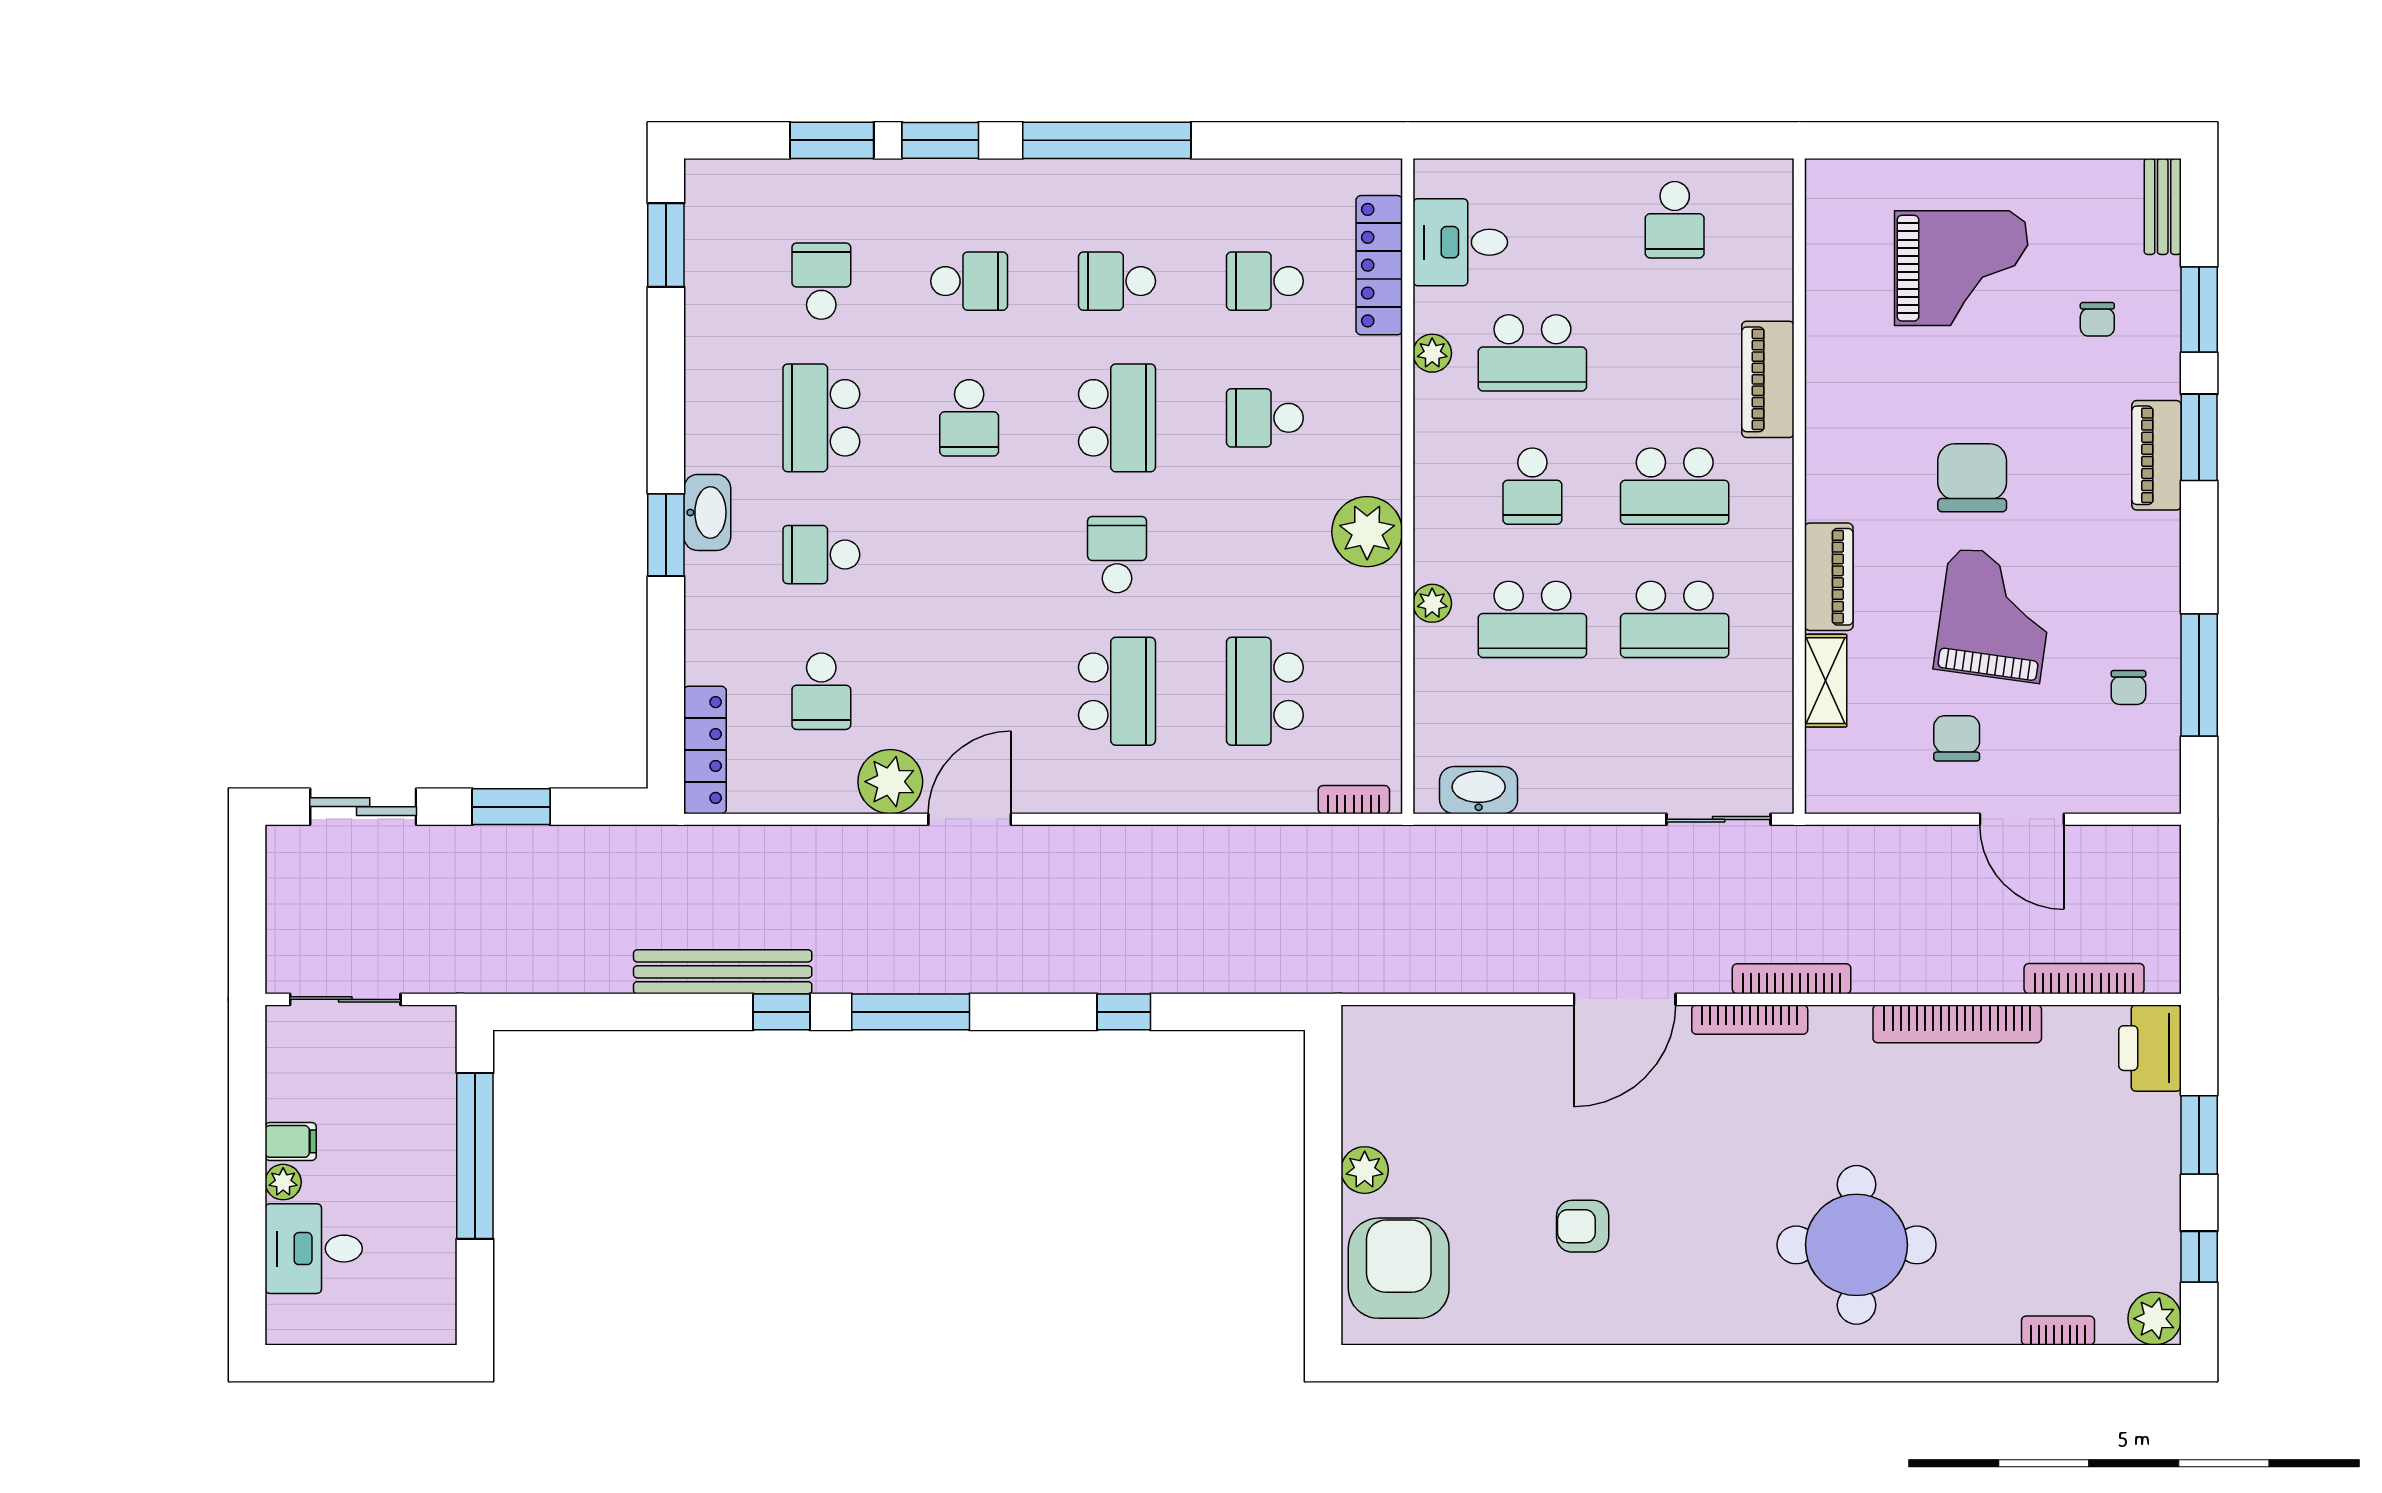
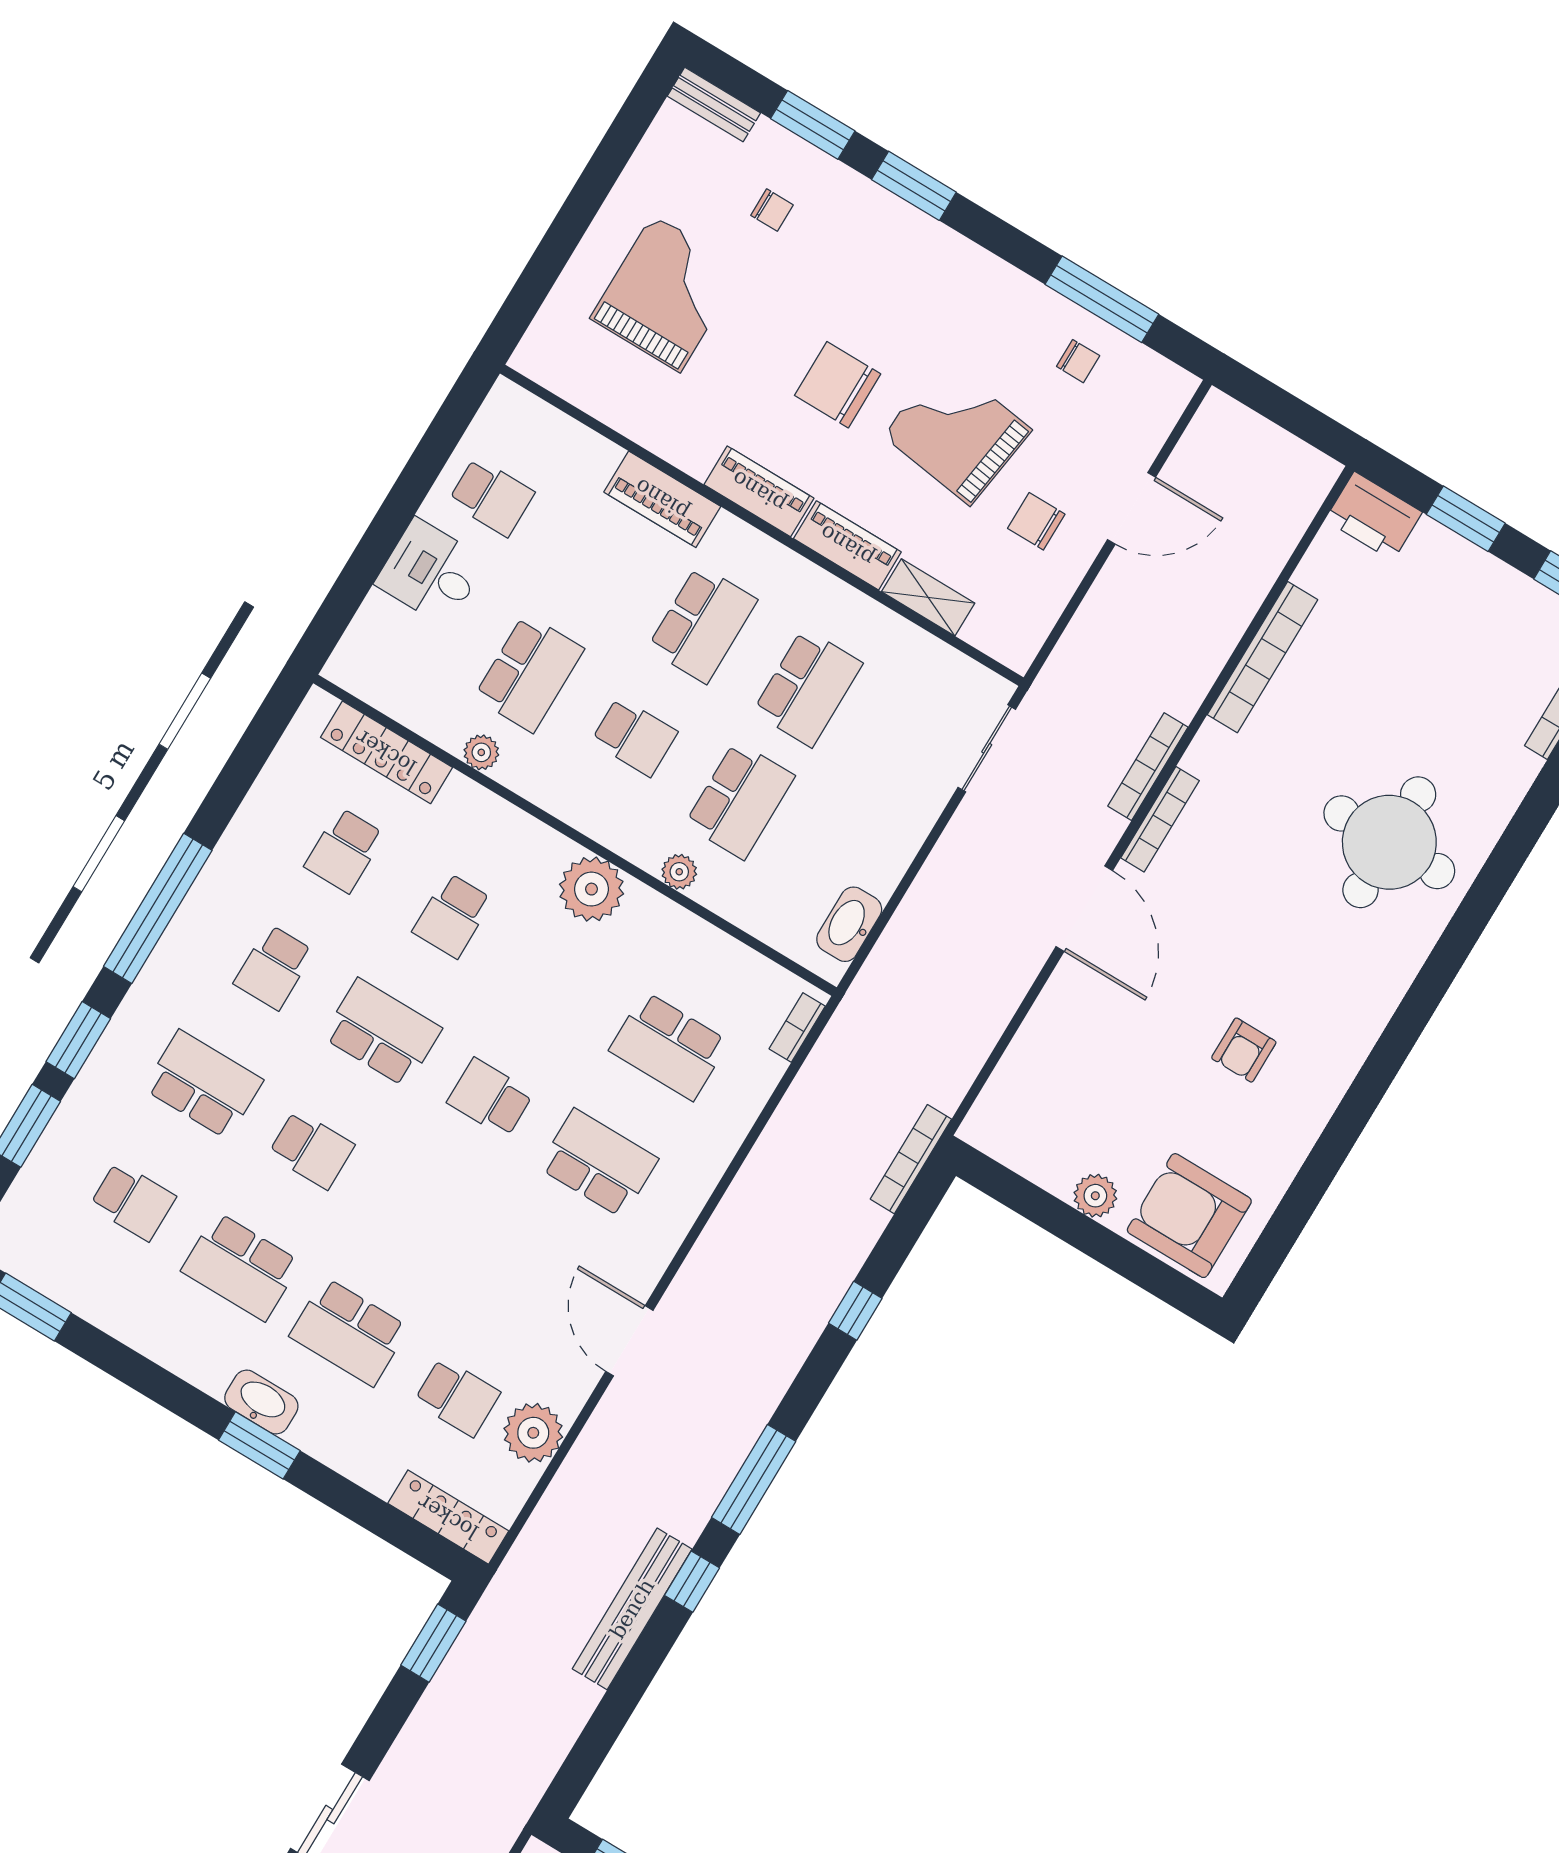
desk: (1460, 242) -> (431, 572), moved, turned 90
school desk: (821, 281) -> (133, 1201), turned 180
school desk: (969, 281) -> (203, 1084), width x1.85
piano: (2157, 455) -> (759, 491), moved, turned 180
school desk: (821, 555) -> (349, 1332), width x1.85
plant: (890, 782) -> (533, 1433), moved
window: (511, 807) -> (433, 1643), moved
bookcase: (2084, 979) -> (911, 1159), moved

